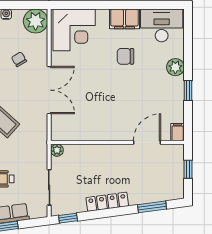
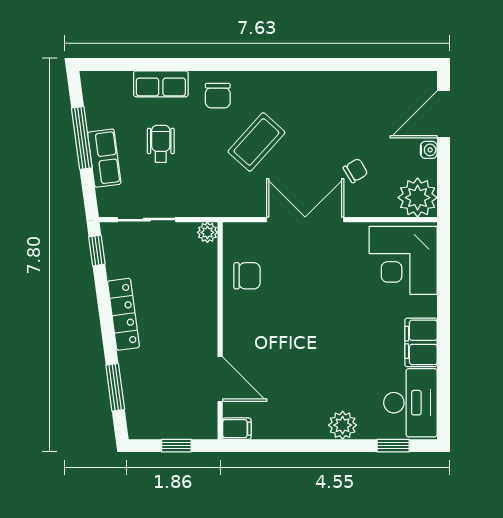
chair: (125, 56) -> (247, 276), moved, turned 90
double door: (49, 90) -> (305, 220), swing flipped
window: (188, 90) -> (393, 446), moved

